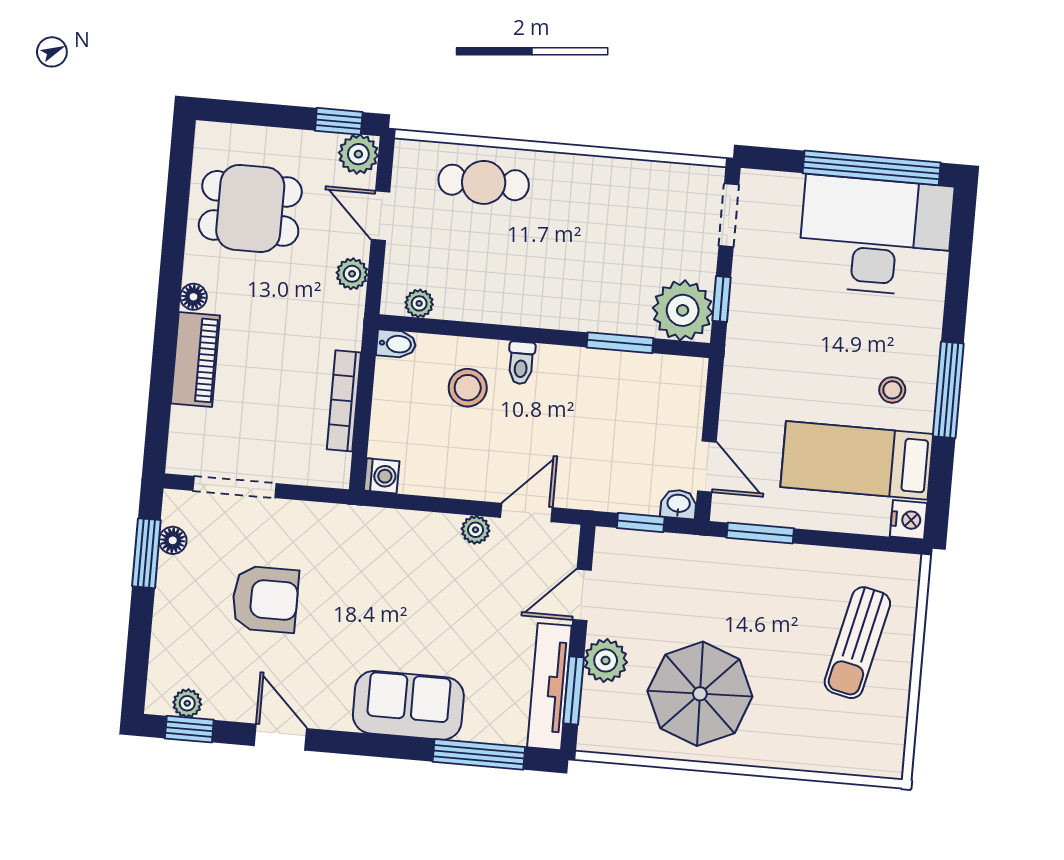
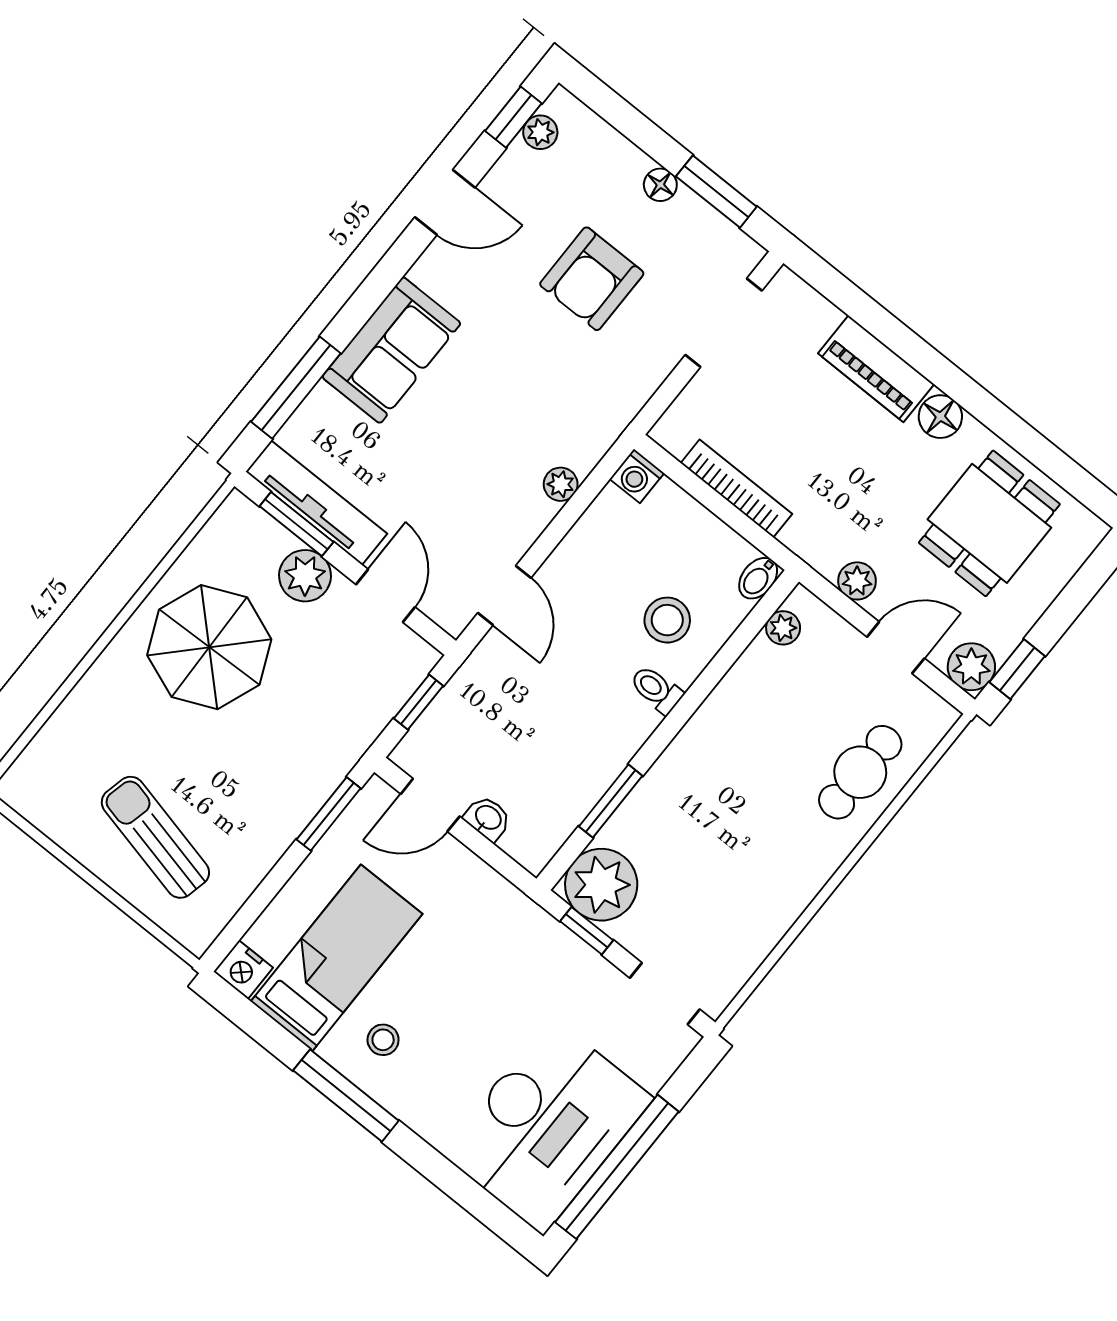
floor lamp: (193, 297) -> (940, 417), width x1.37, depth x1.37
washbasin: (679, 504) -> (488, 818), moved, turned -90
plant: (476, 530) -> (561, 484), moved
floor lamp: (173, 540) -> (660, 185), moved

